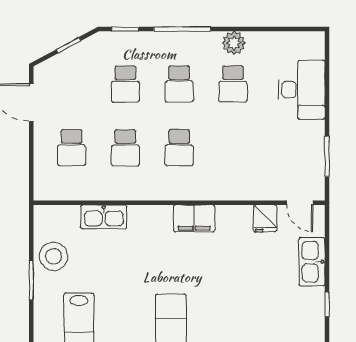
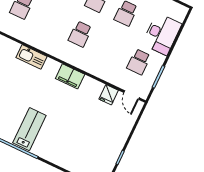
school desk: (125, 148) -> (139, 62), moved
kitchen sink: (104, 217) -> (31, 57), moved
kitchen sink: (312, 262) -> (123, 130), removed

